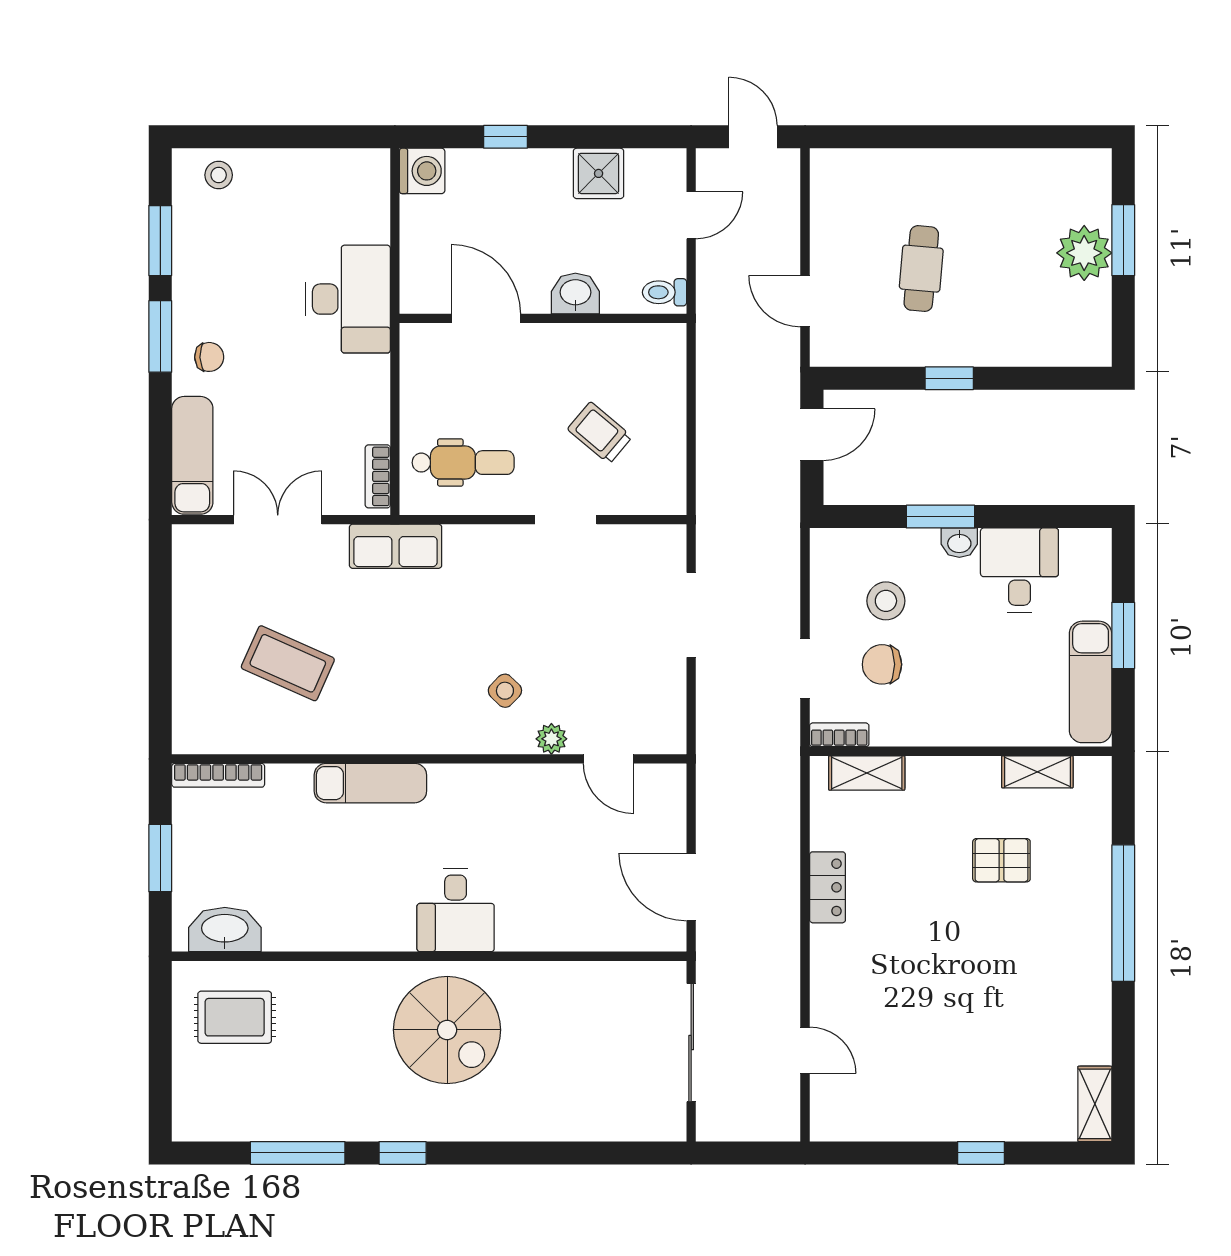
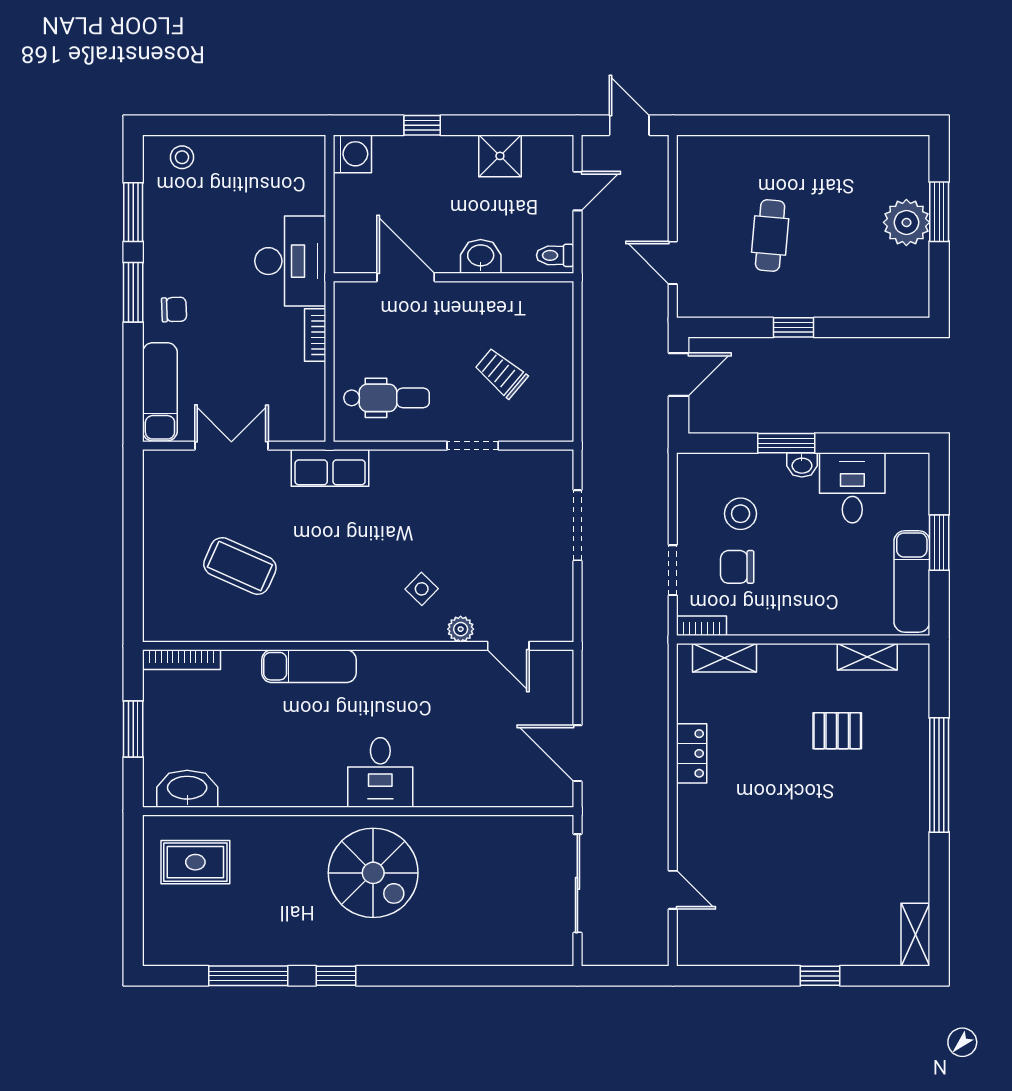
bookcase: (378, 476) -> (315, 335), moved

